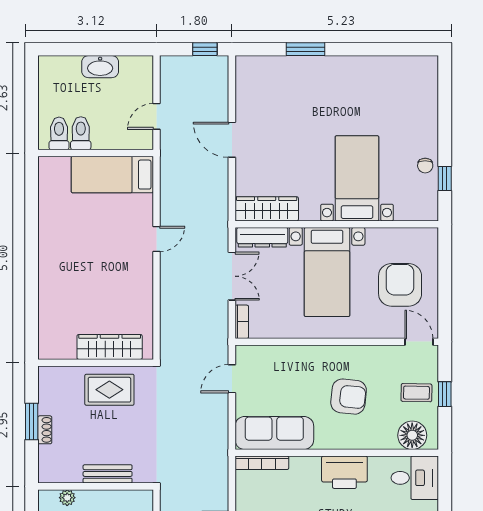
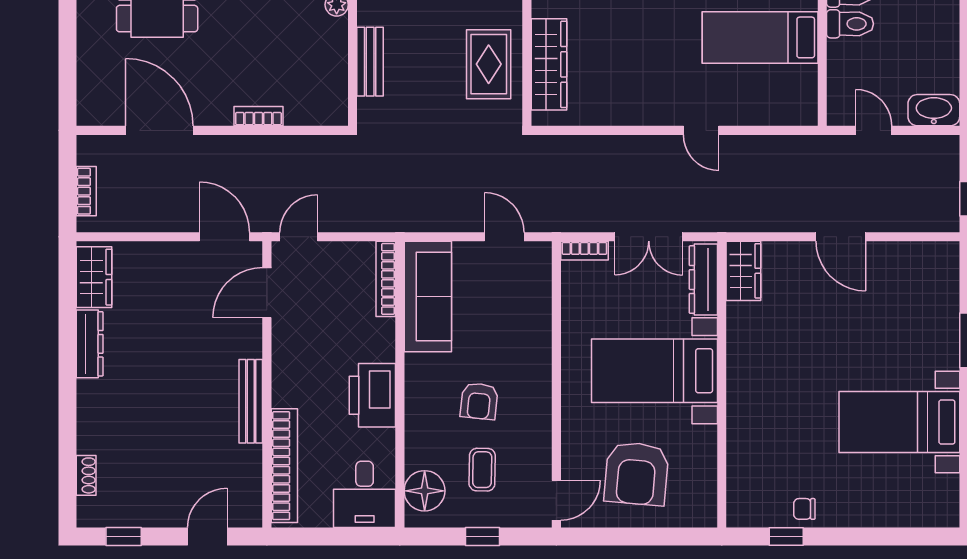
washbasin: (100, 67) -> (934, 110), moved, turned 90
door: (232, 140) -> (841, 237), swing flipped
bed: (112, 175) -> (760, 37), moved, turned -90
bed with nightstands: (357, 178) -> (899, 422), moved, turned 180
wardrobe: (267, 209) -> (743, 271), width x0.67
armchair: (400, 285) -> (636, 474), turned 95
coffee table: (416, 393) -> (482, 470), moved
armchair: (349, 397) -> (479, 401), width x0.72, depth x0.72

